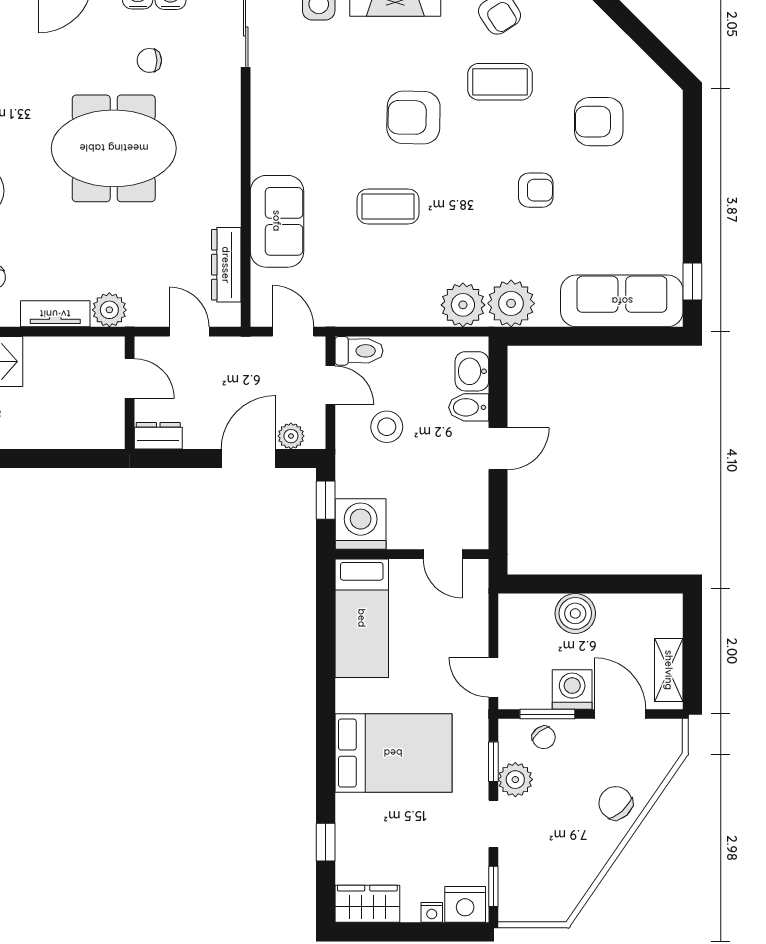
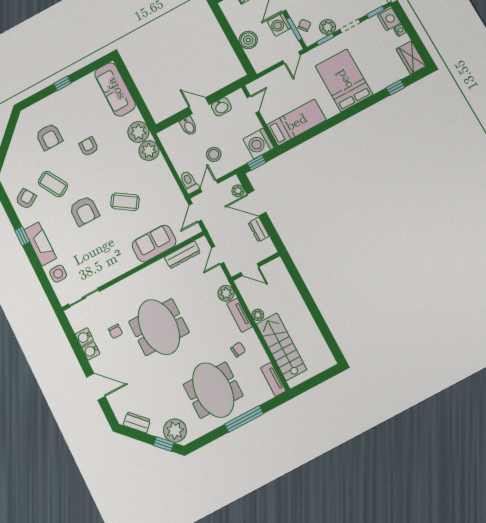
coffee table: (500, 82) -> (53, 184), turned -30
coffee table: (388, 206) -> (125, 202), turned -56
window: (692, 281) -> (62, 83), moved
plant: (37, 349) -> (258, 315), added
washbasin: (472, 371) -> (221, 107), moved
door: (130, 378) -> (250, 270), swing flipped
dresser: (158, 436) -> (259, 230), moved

